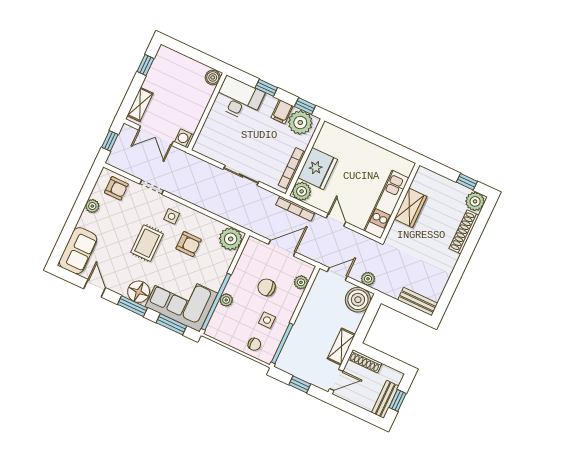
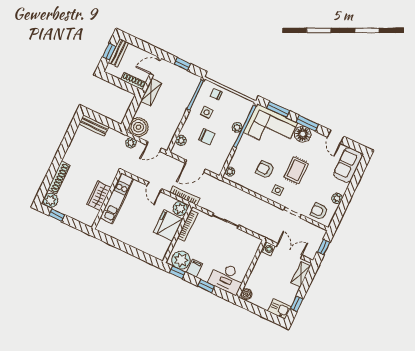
kitchen sink: (169, 58) -> (279, 309), added
plant: (231, 239) -> (230, 171), width x0.53, depth x0.53

